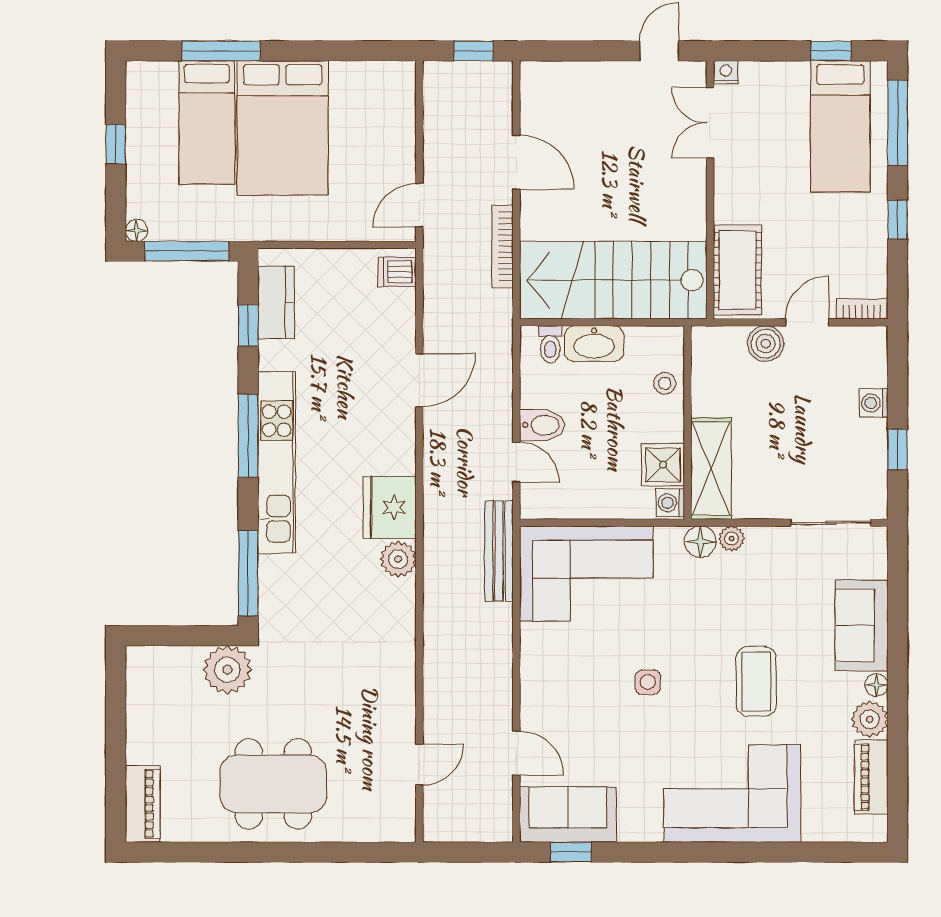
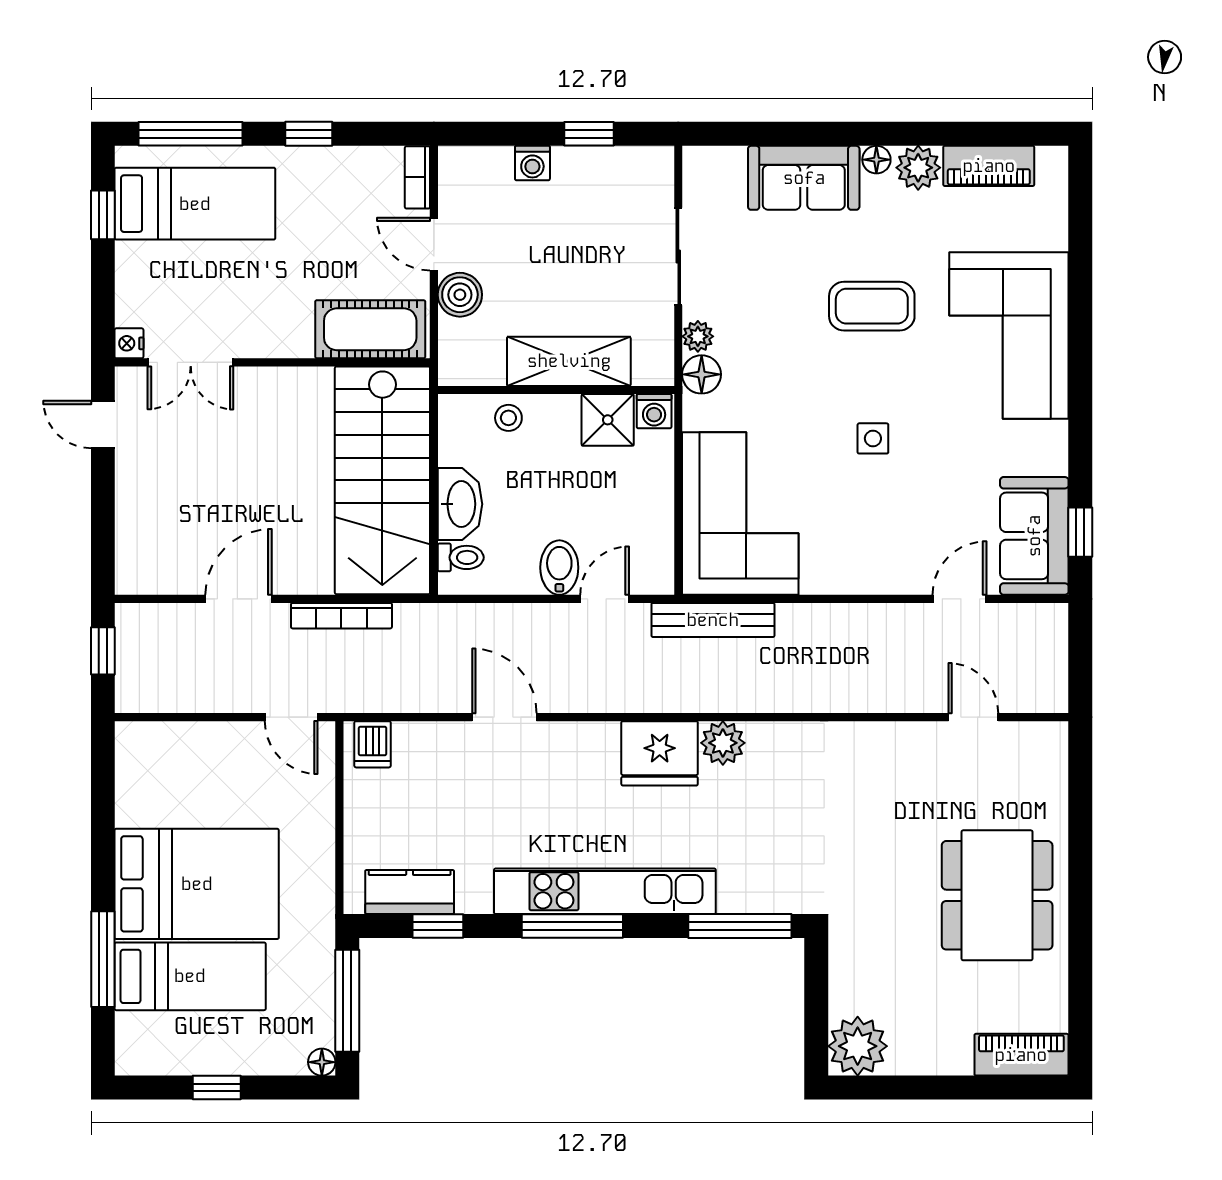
shelving: (711, 469) -> (569, 361), moved
sliding door: (831, 523) -> (678, 256), moved
plant: (227, 670) -> (858, 1046), moved

